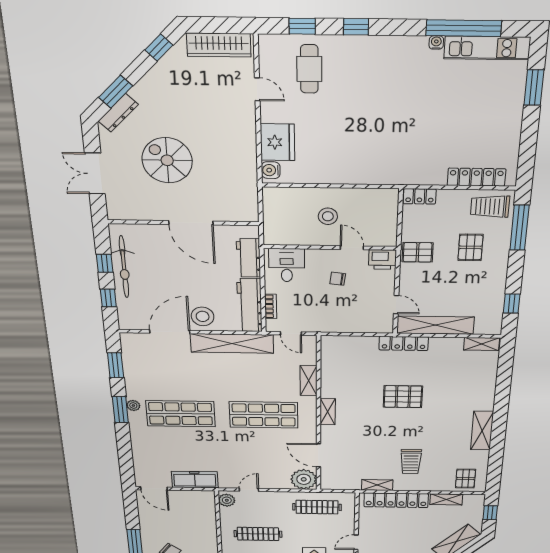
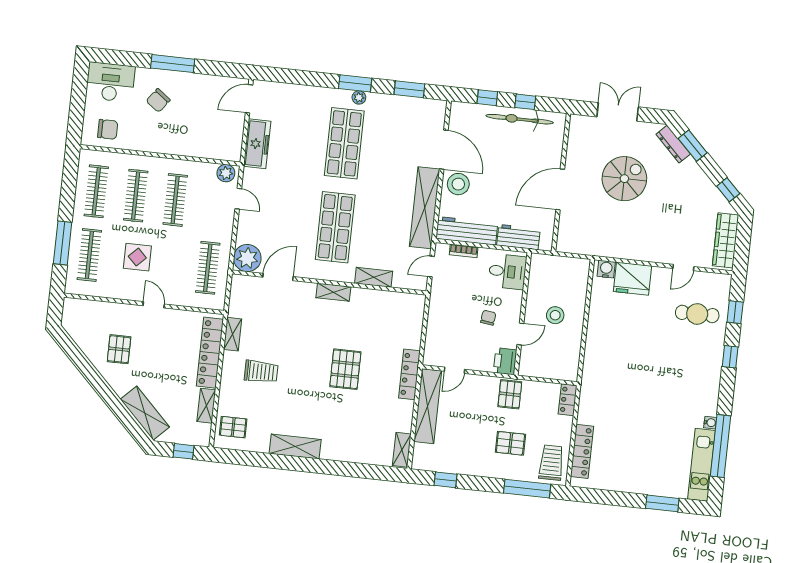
trolley: (411, 462) -> (261, 372), turned 180

